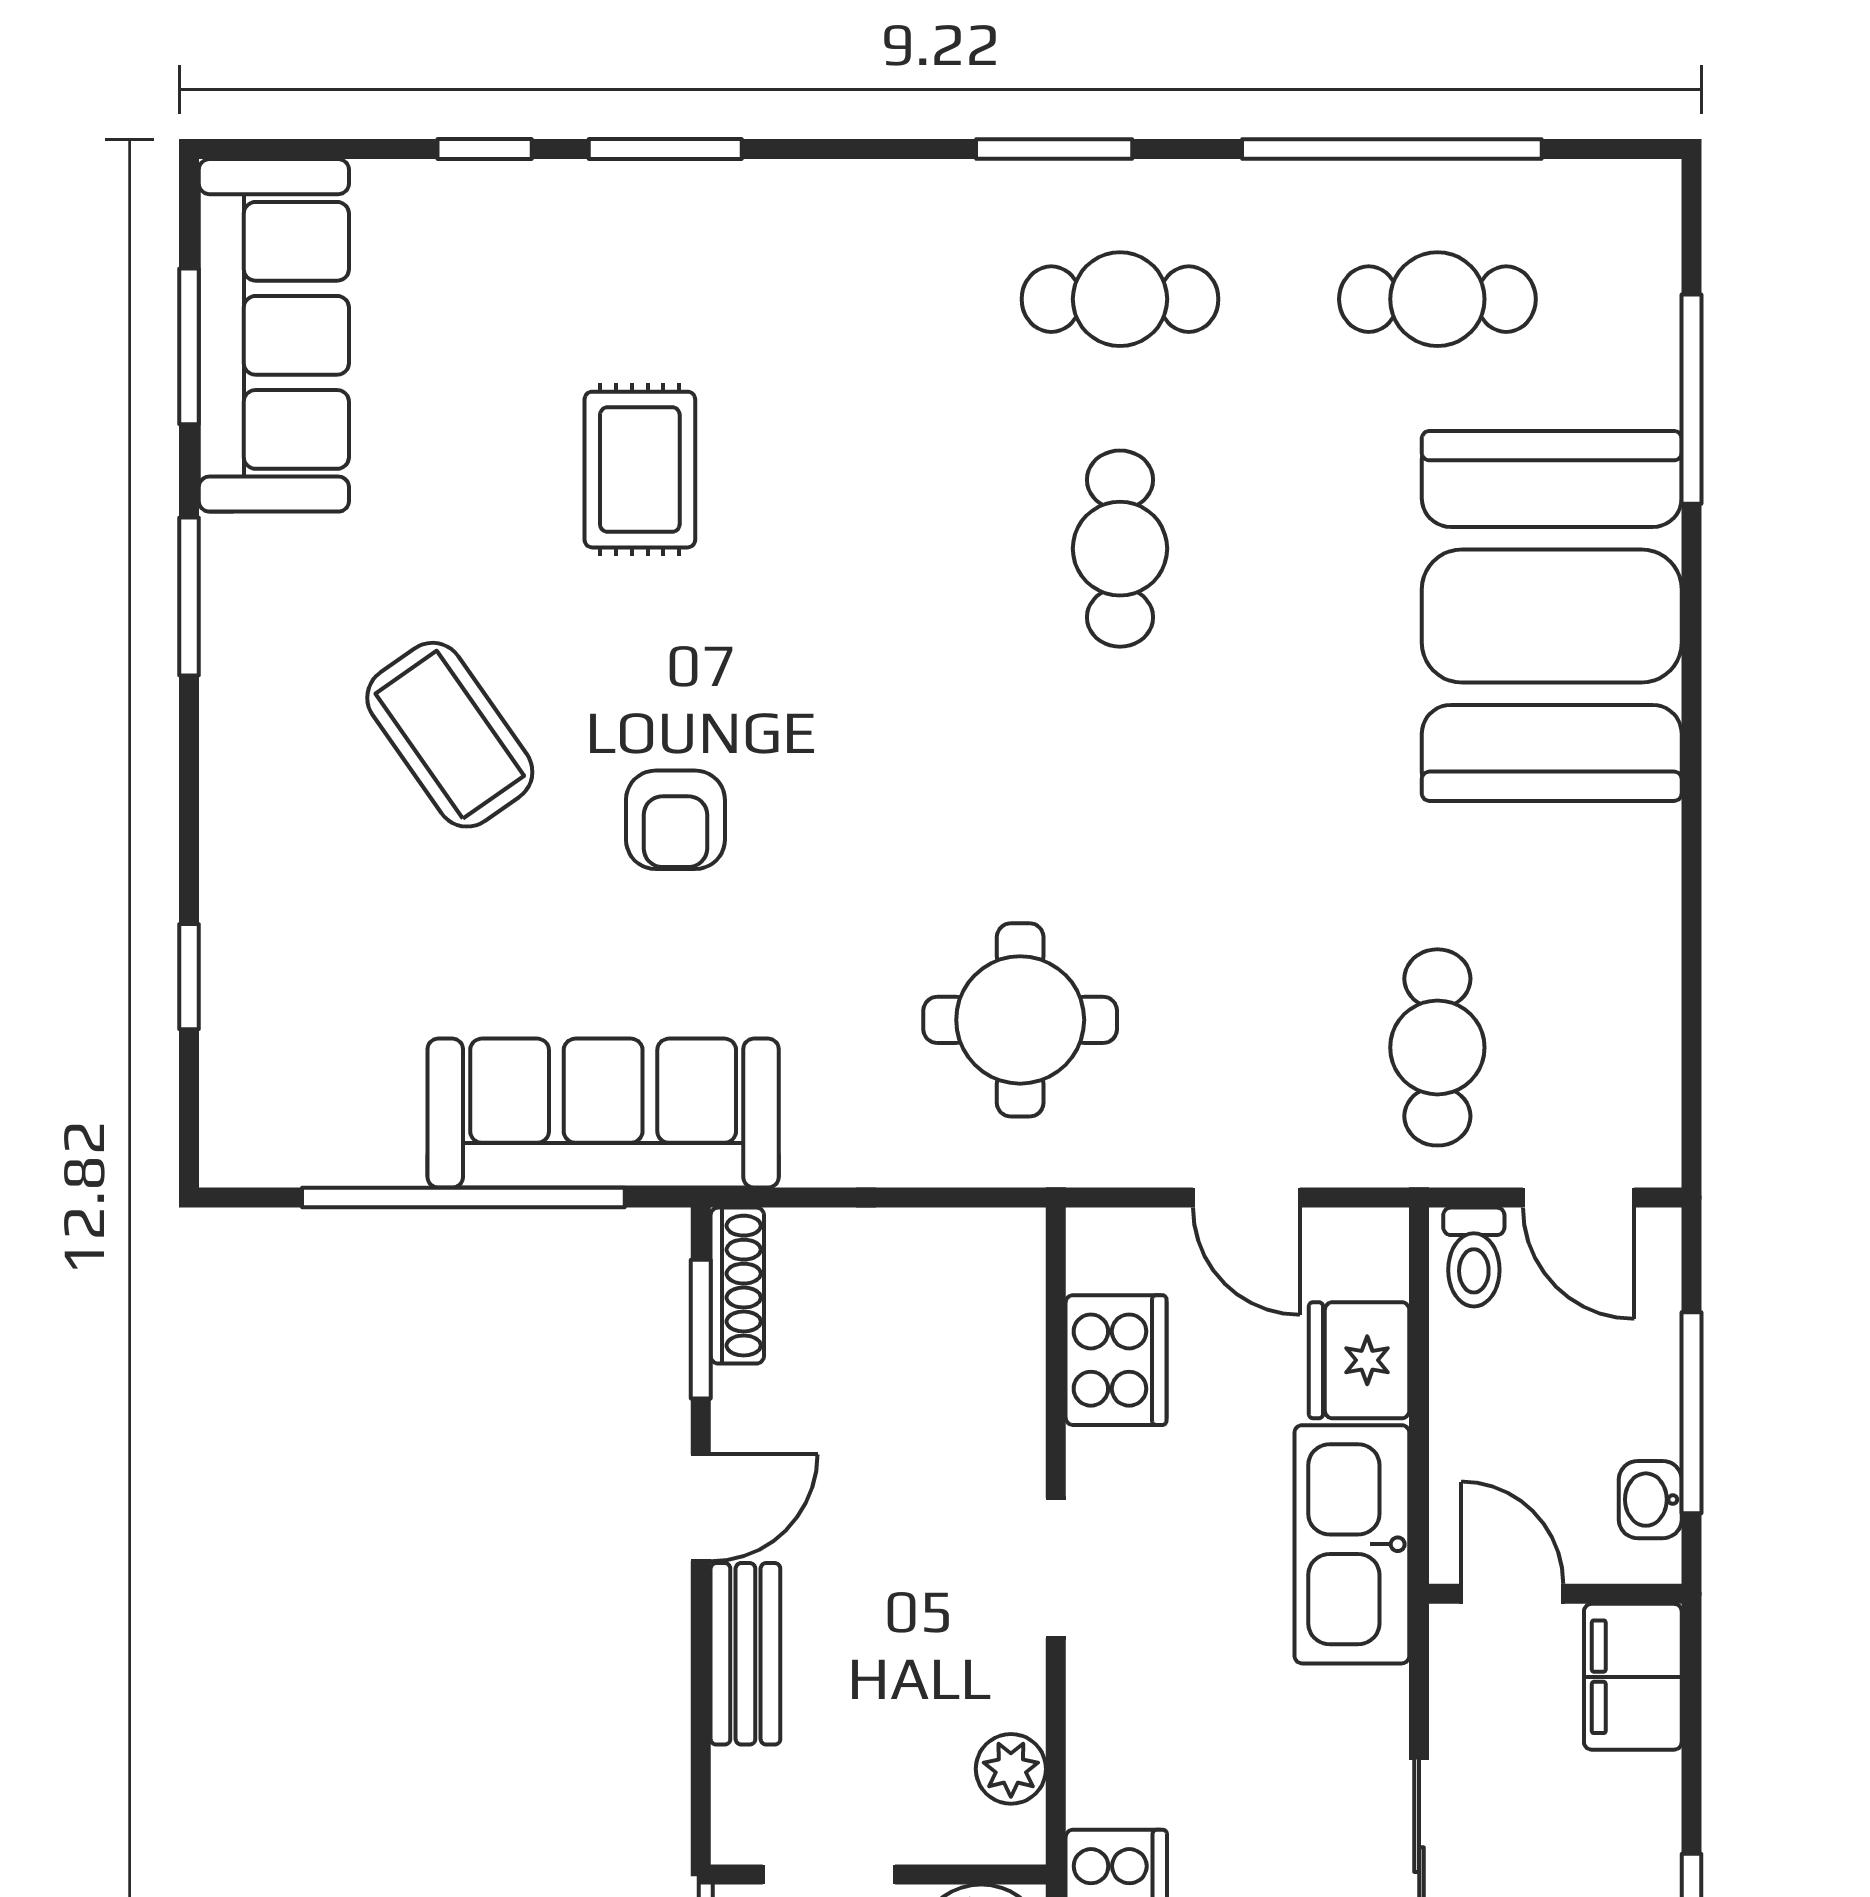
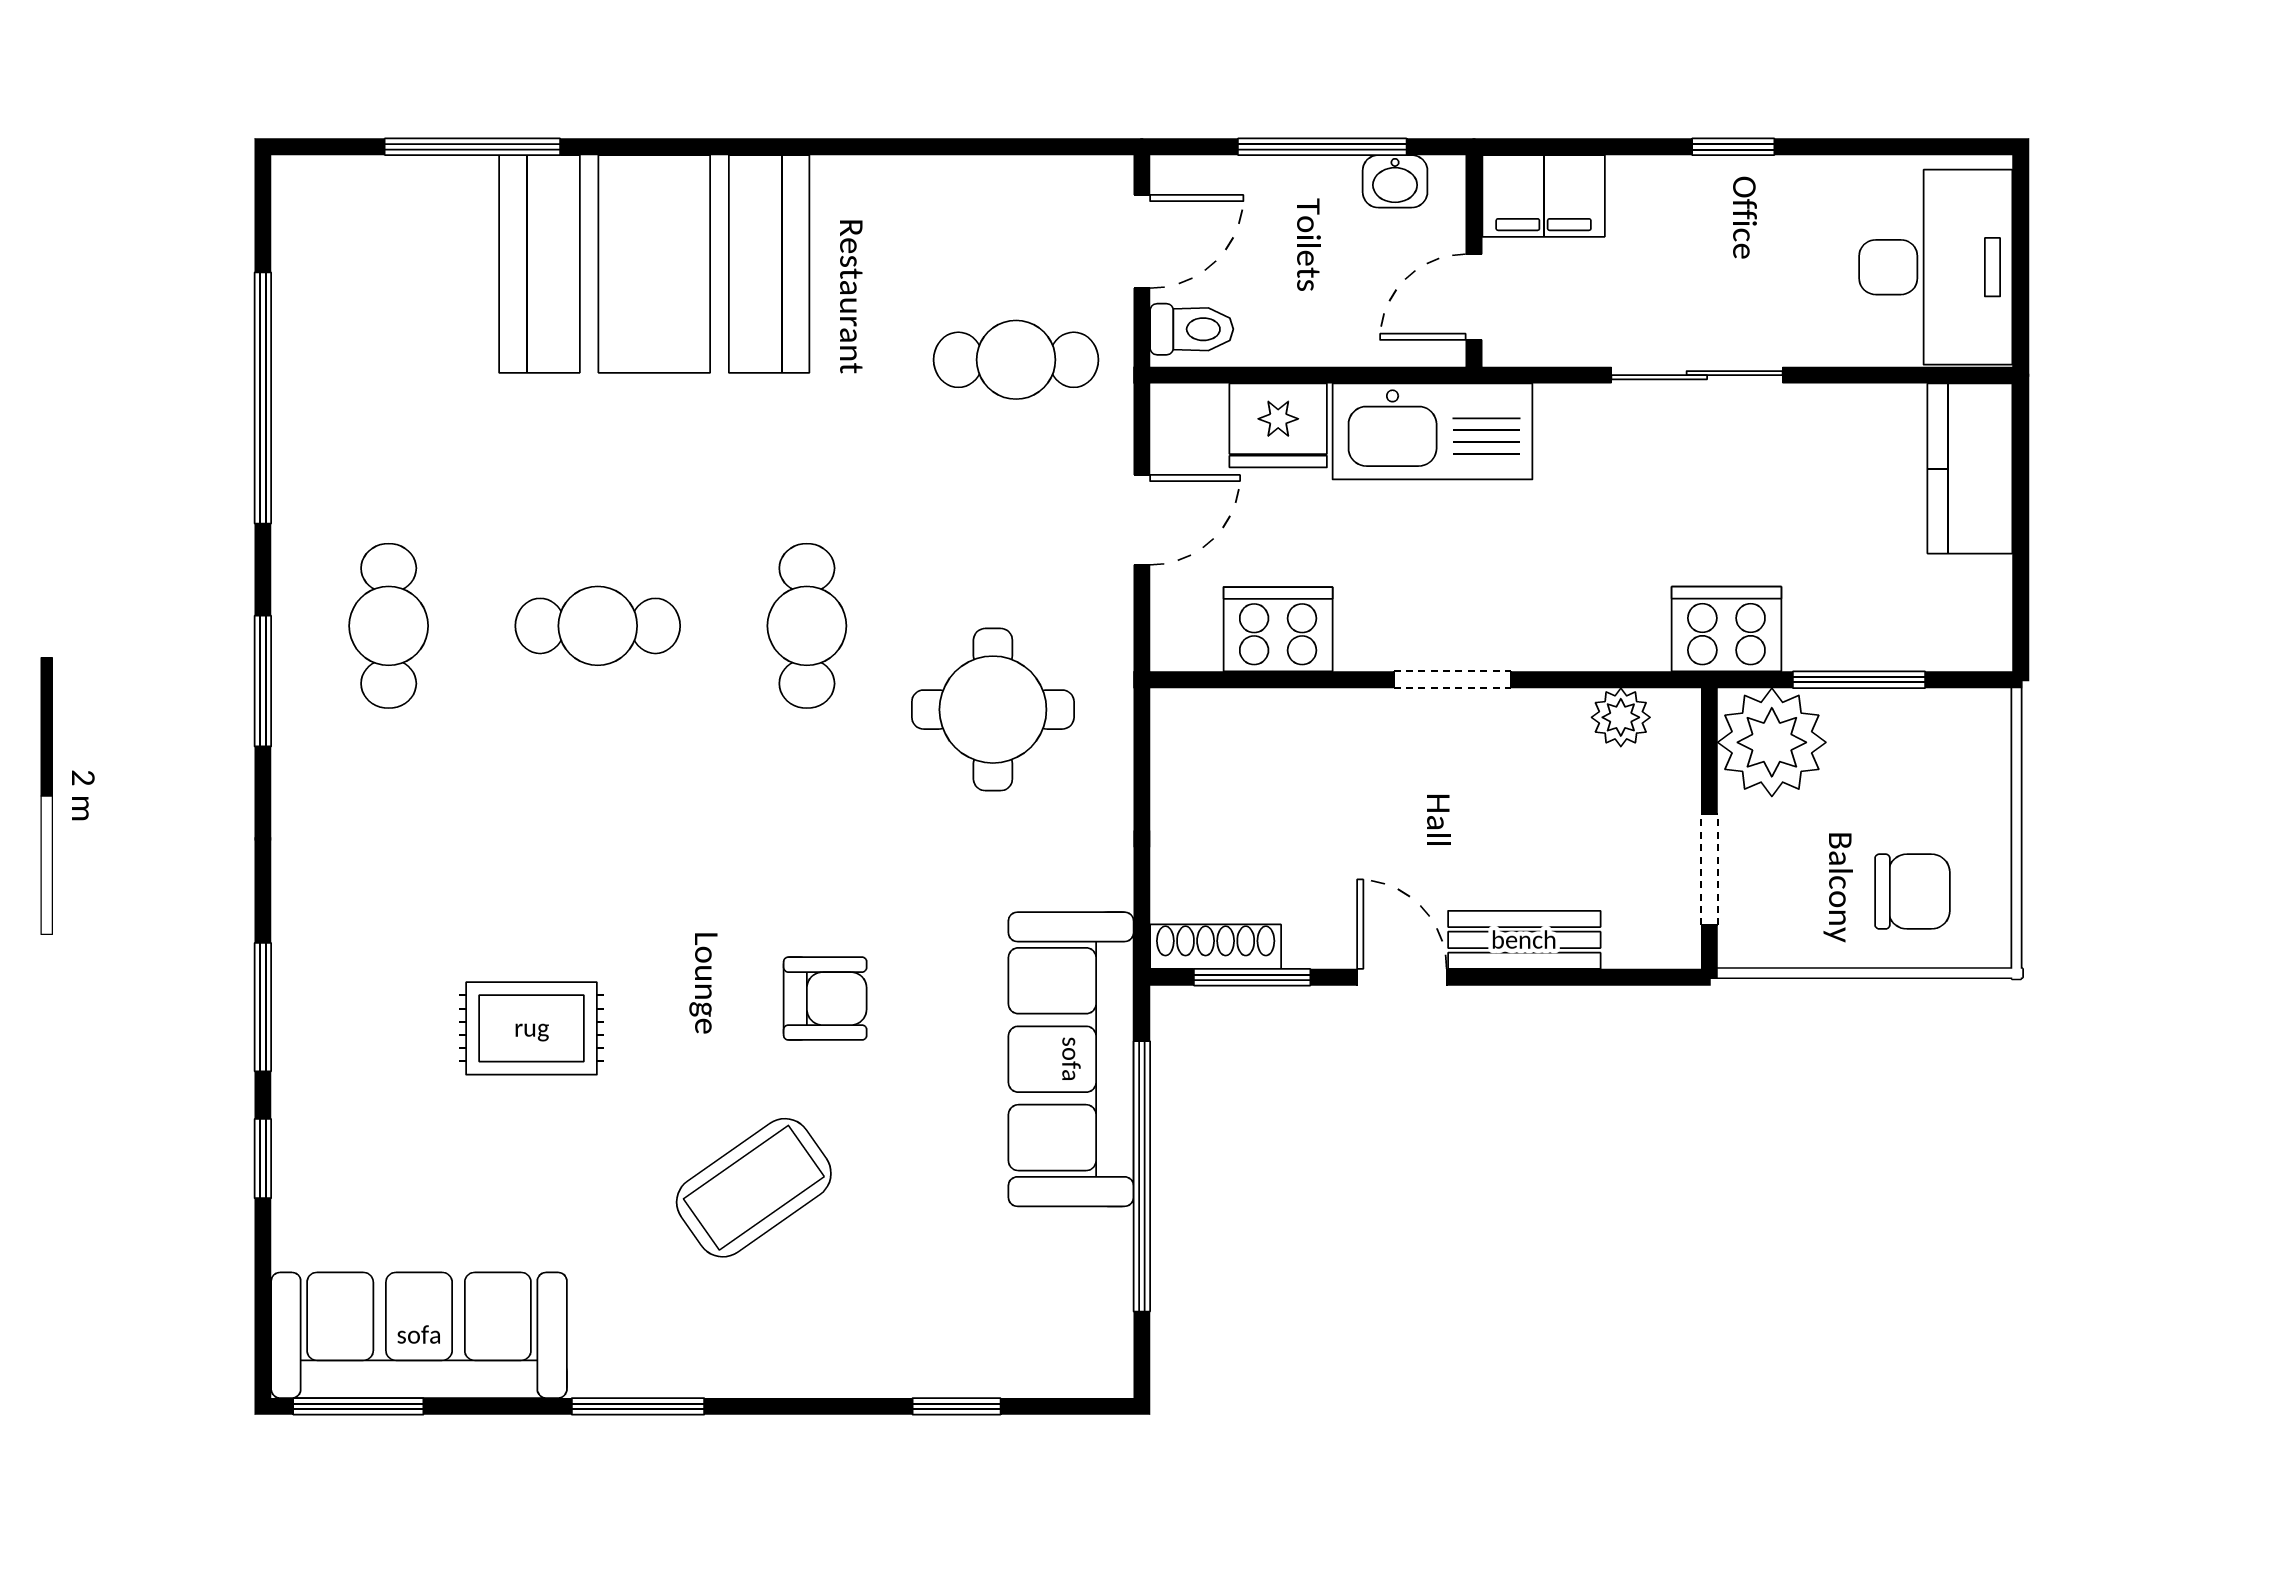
cafe table: (1437, 299) -> (807, 626), moved
window: (189, 346) -> (358, 1406), moved

